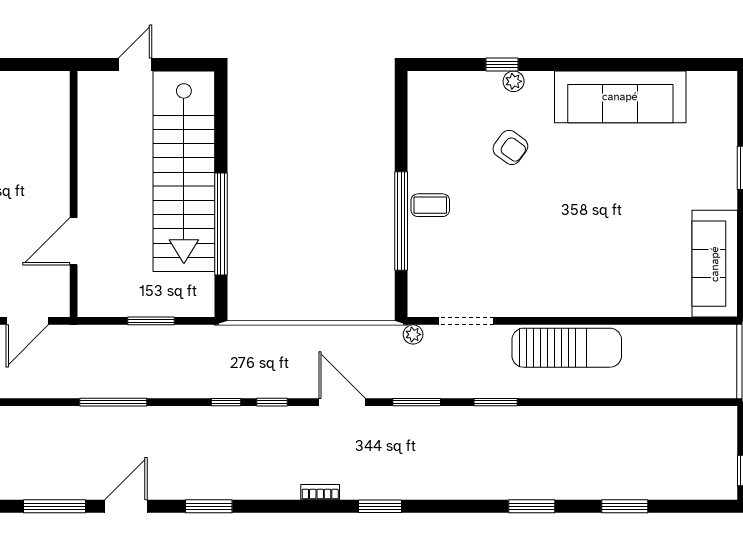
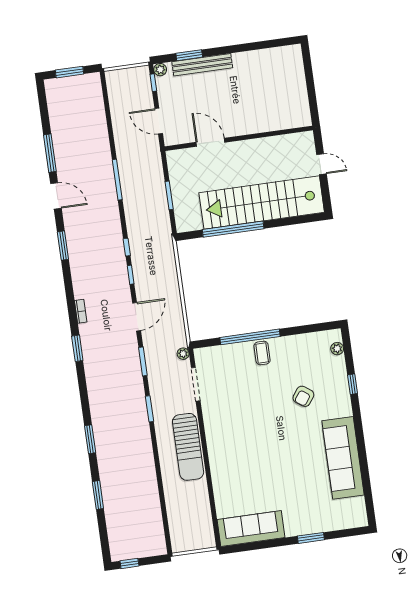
plant: (514, 81) -> (337, 349), moved

